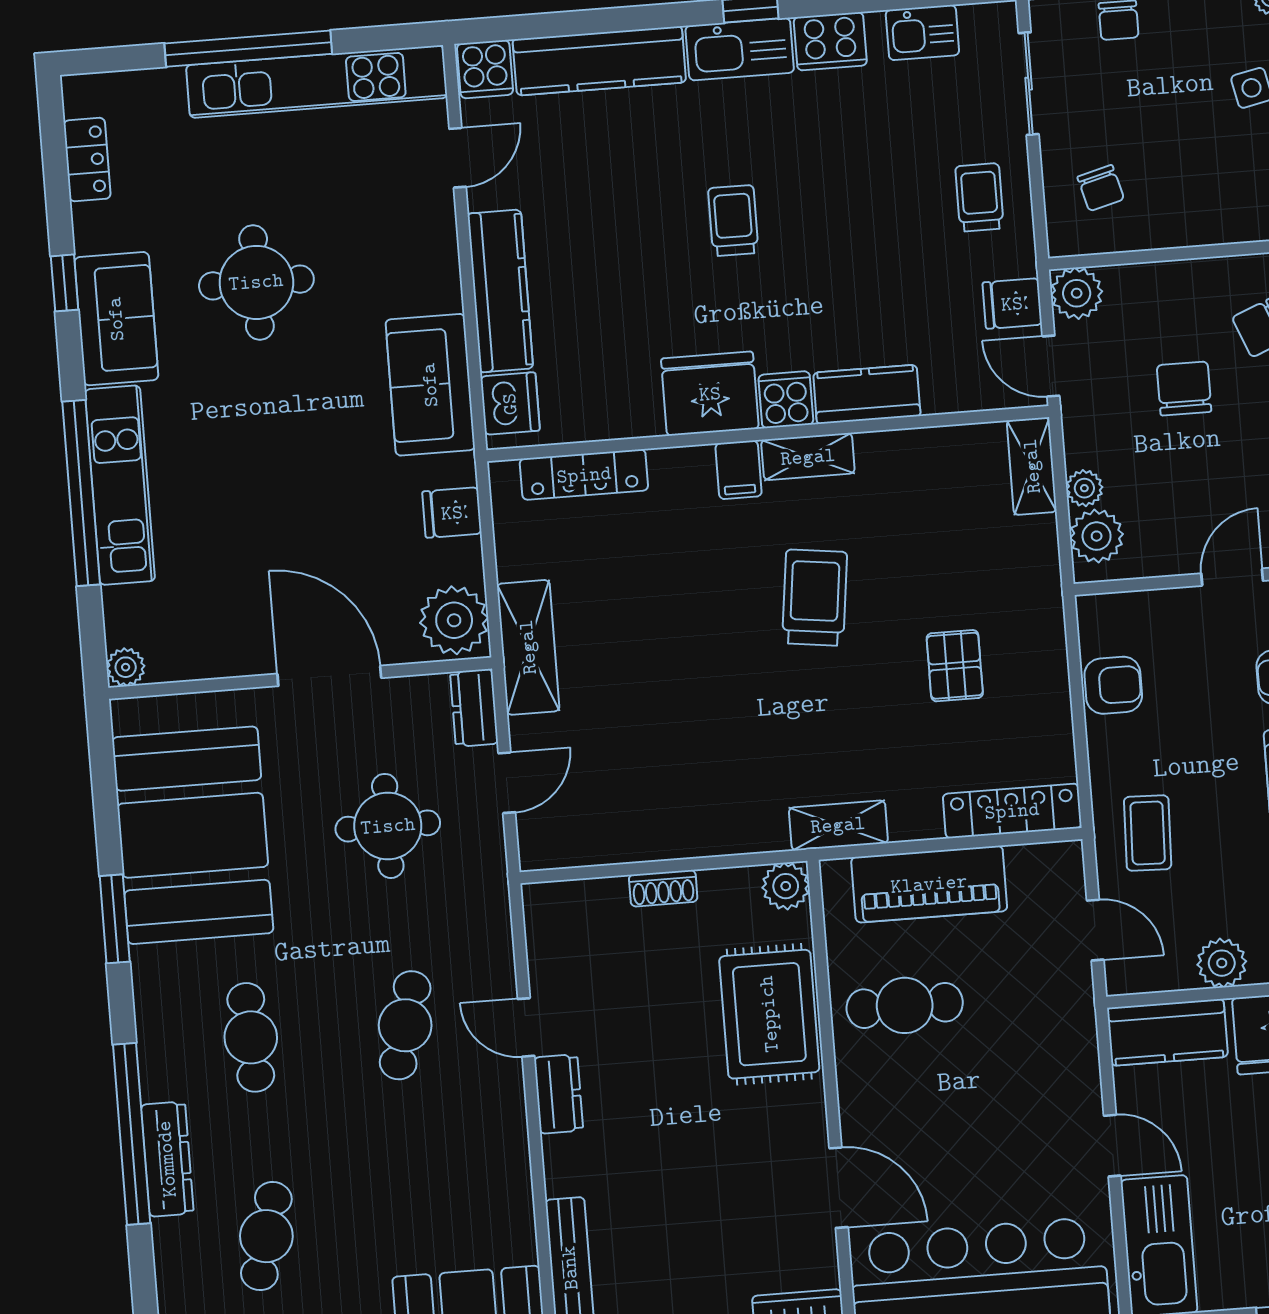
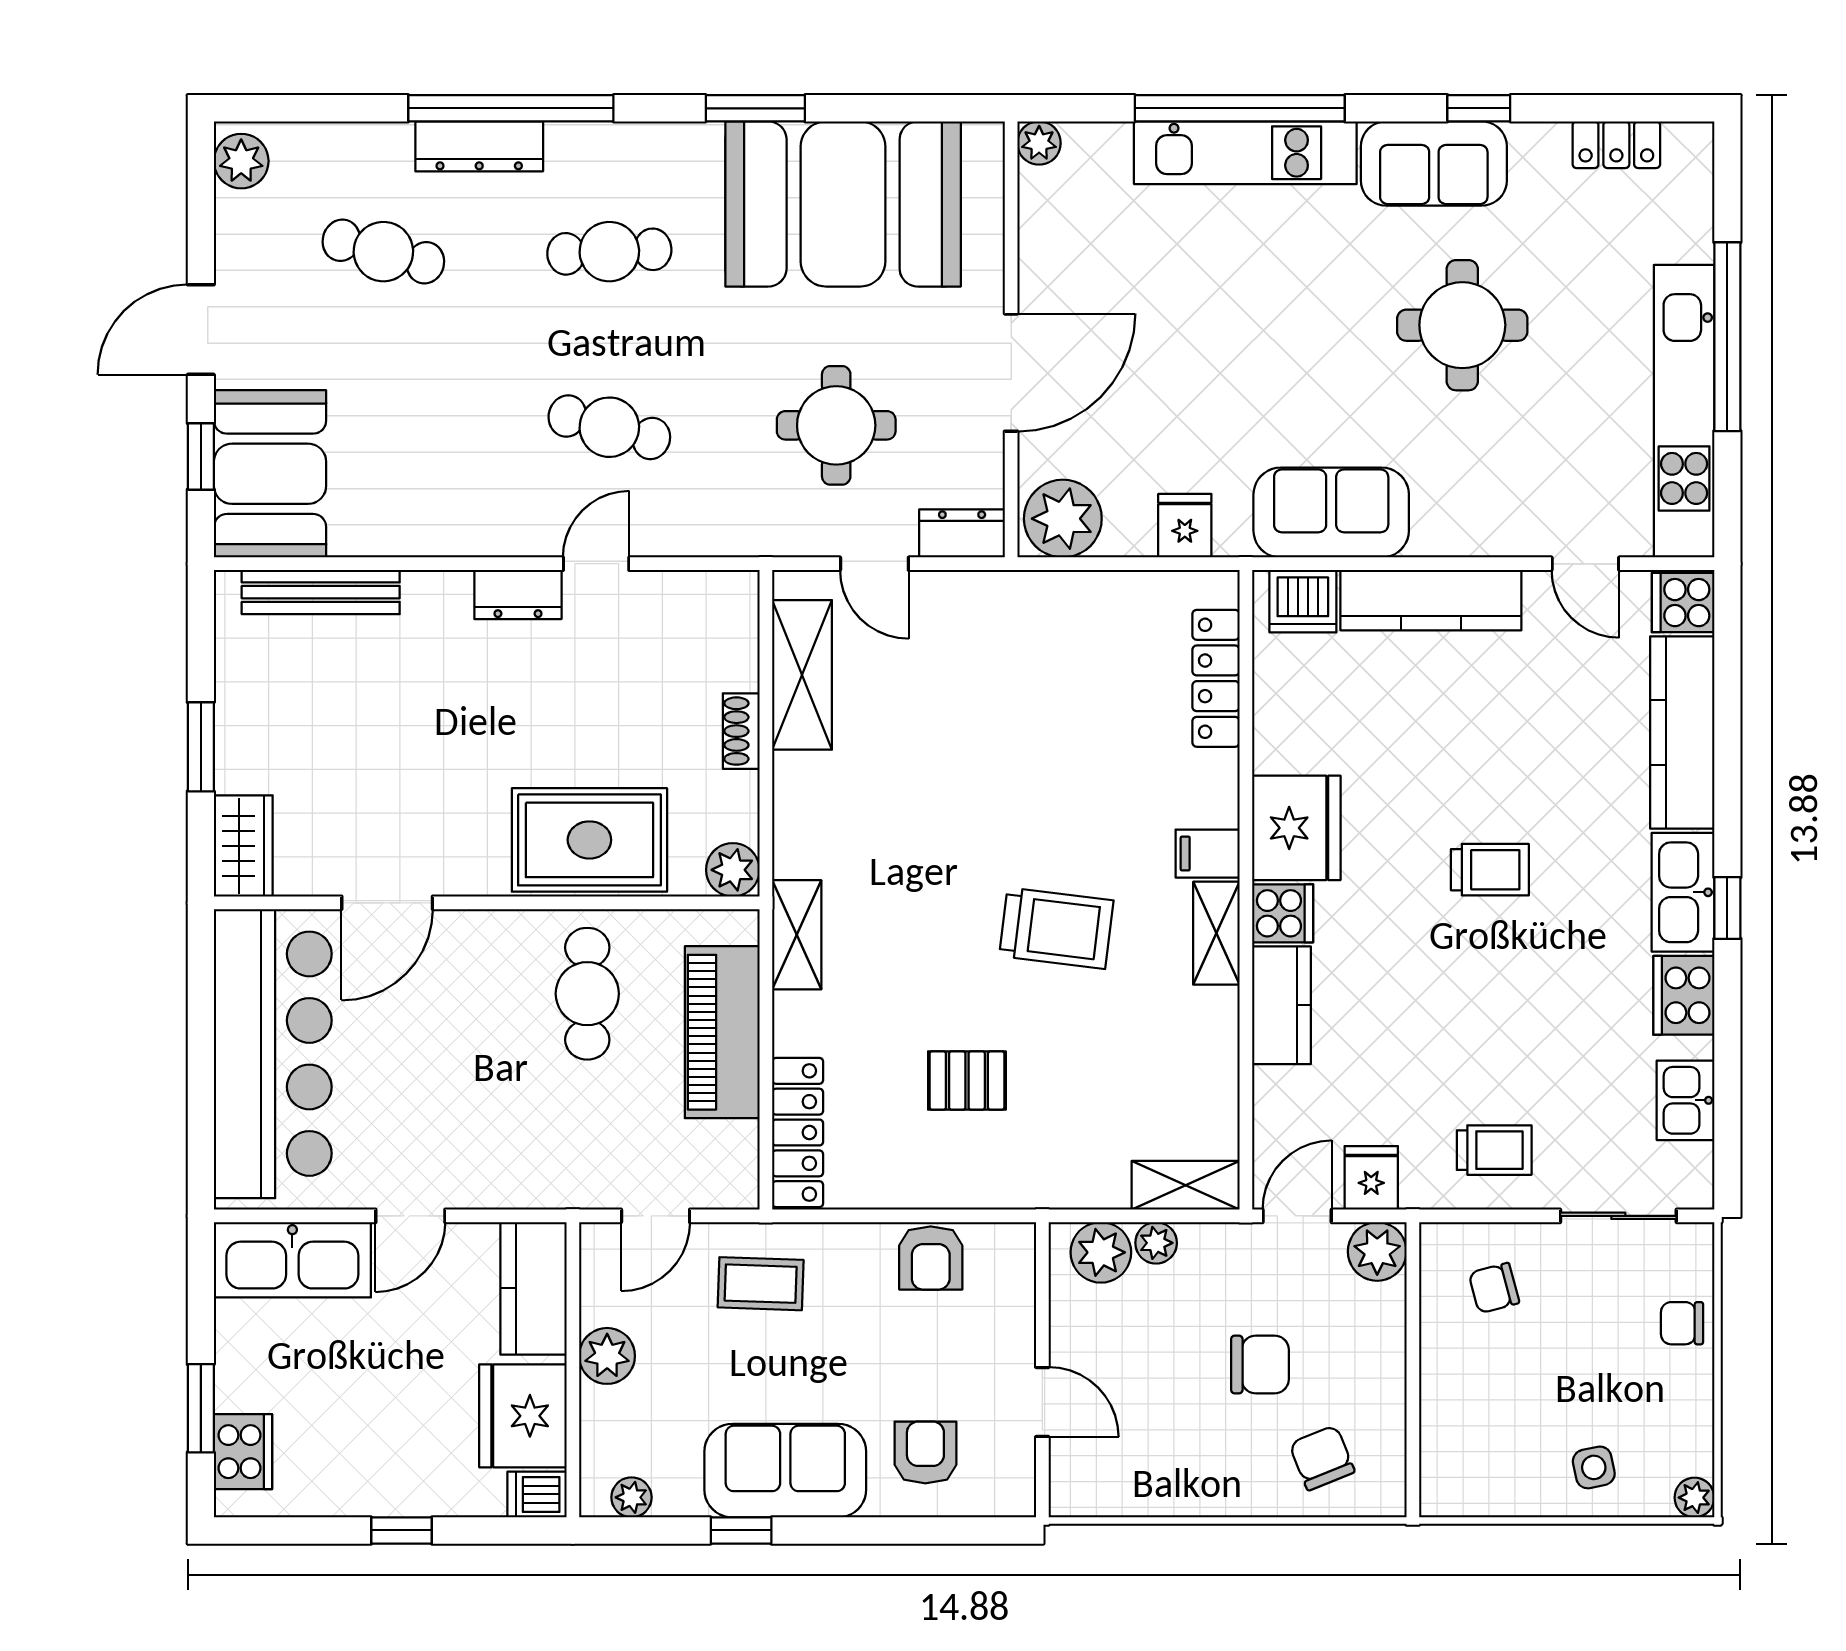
shelving: (528, 647) -> (802, 675), moved, turned 90

